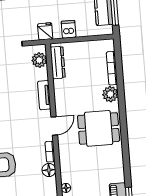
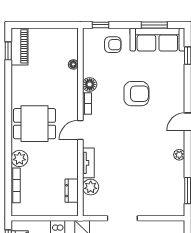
plant: (39, 60) -> (91, 187), moved
dresser: (58, 62) -> (72, 191), width x0.70

